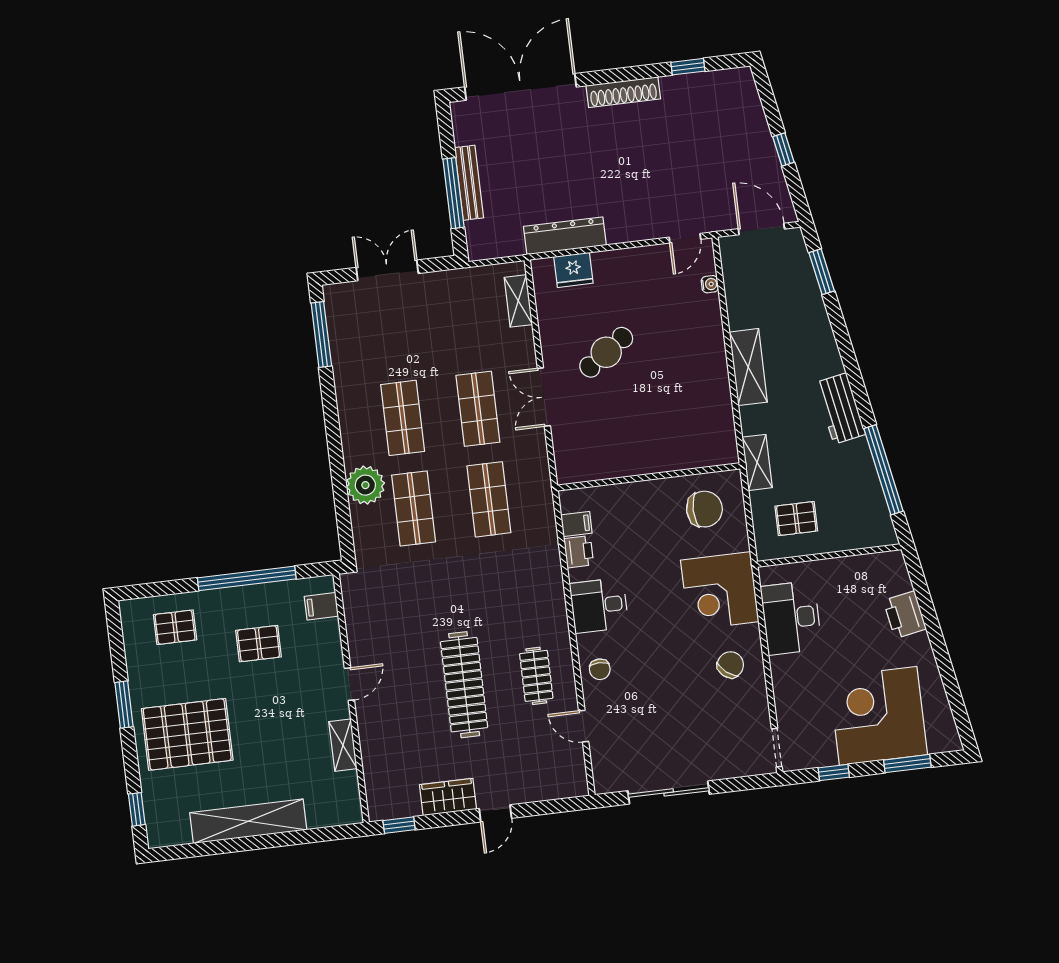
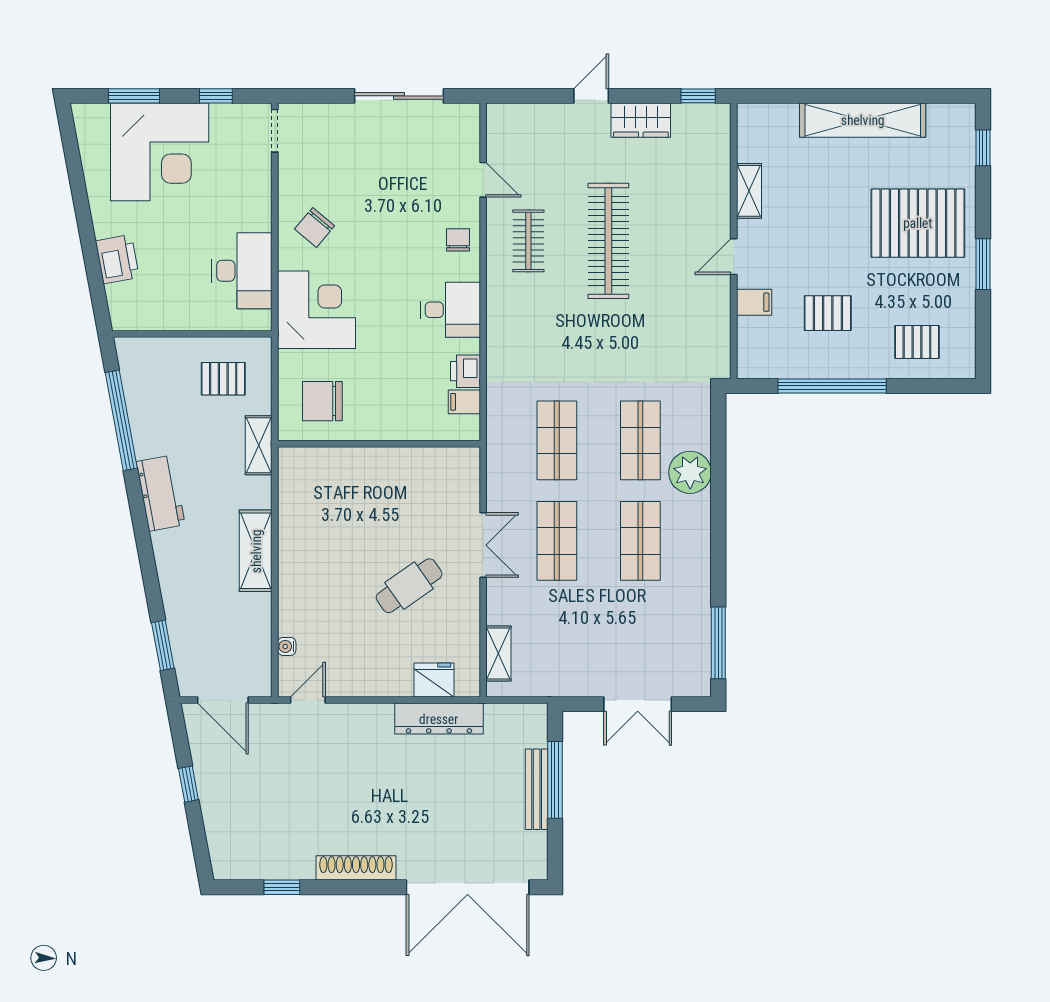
filing cabinet: (321, 606) -> (754, 302), moved

